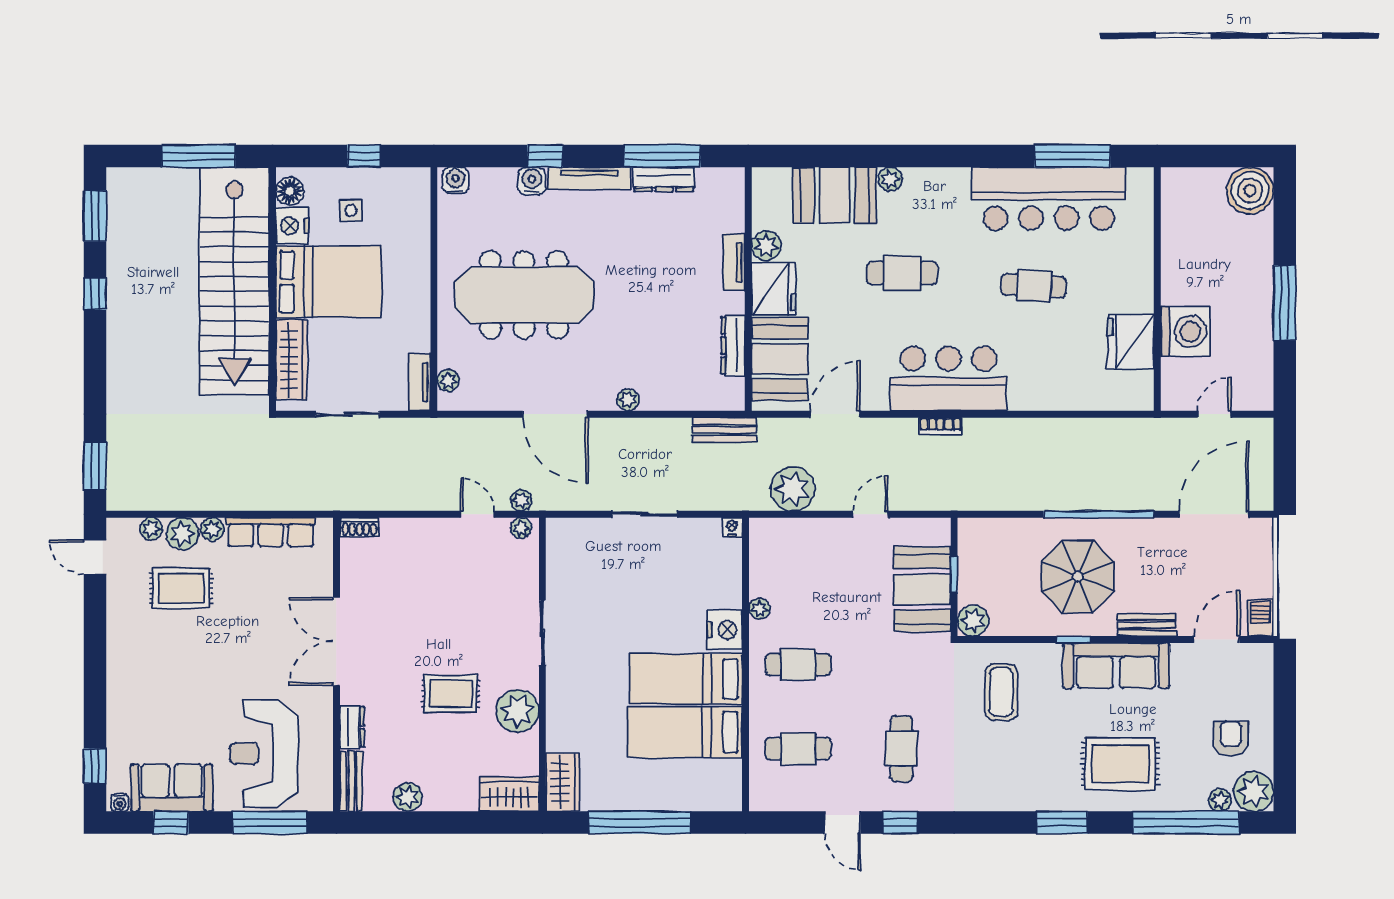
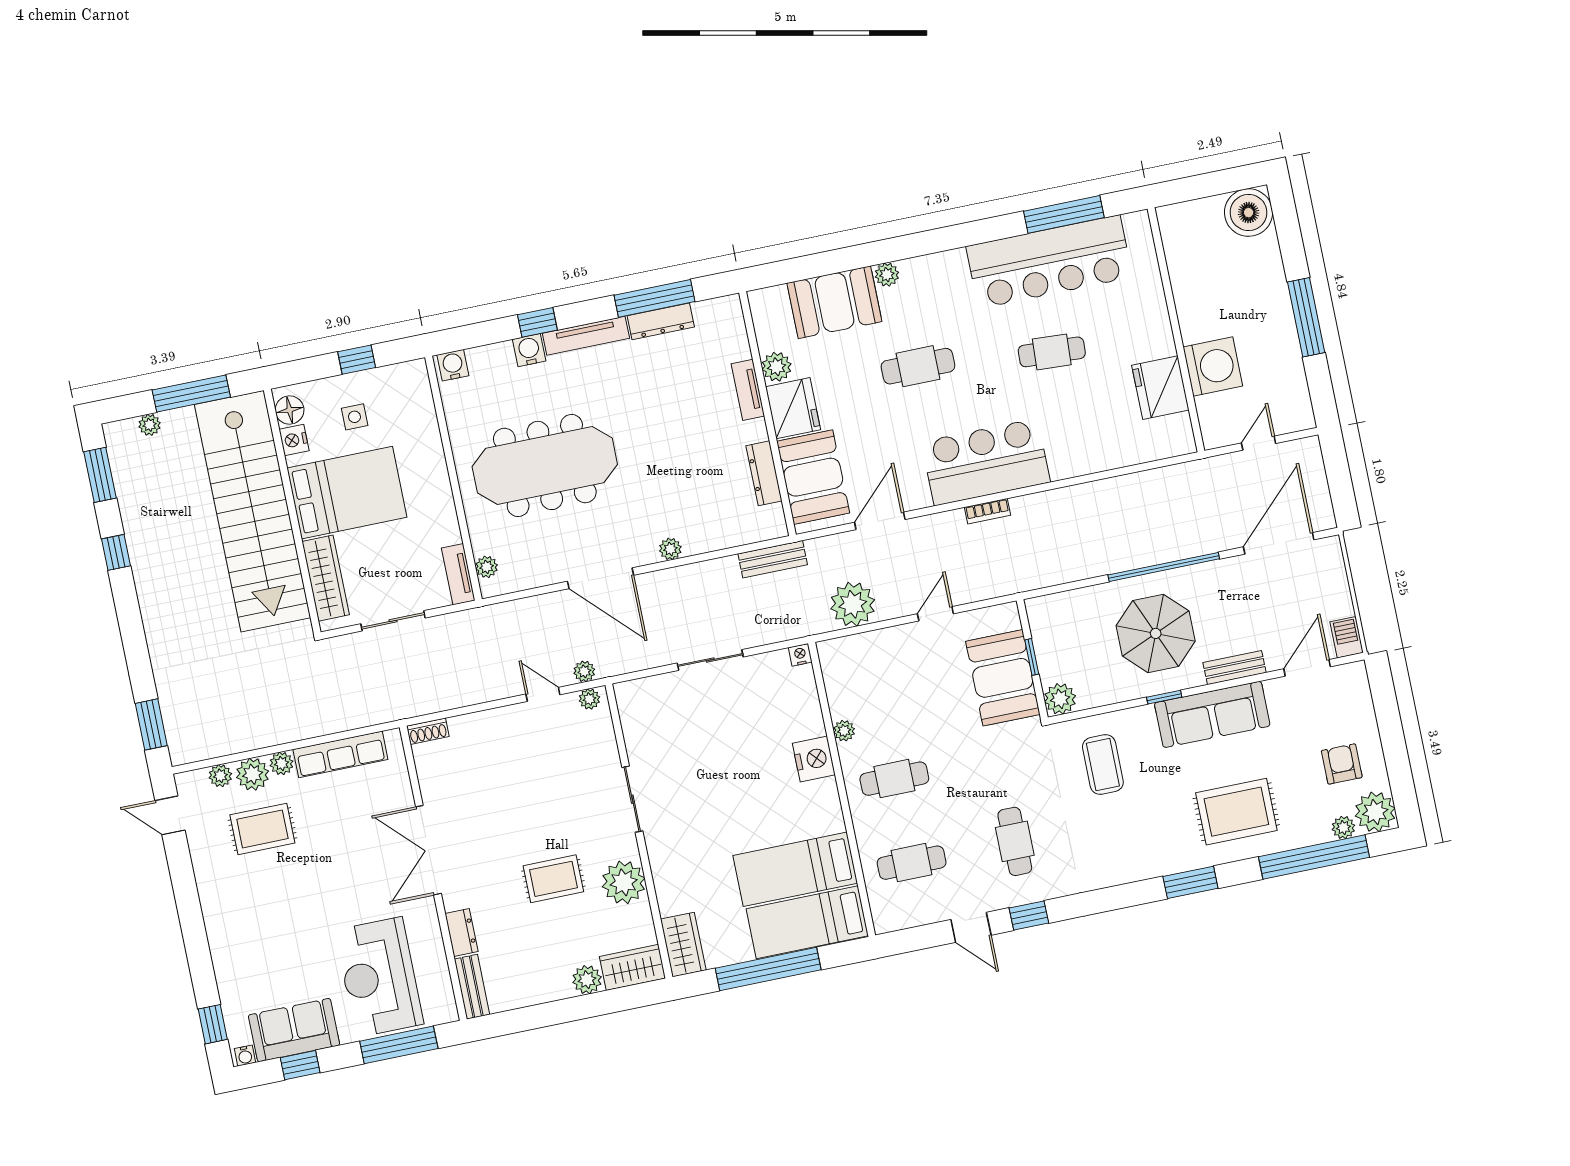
plant: (152, 178) -> (150, 425), added
nightstand: (292, 226) -> (294, 440), width x0.74, depth x0.75
bed: (686, 679) -> (807, 922), moved
plant: (408, 797) -> (587, 980), moved

